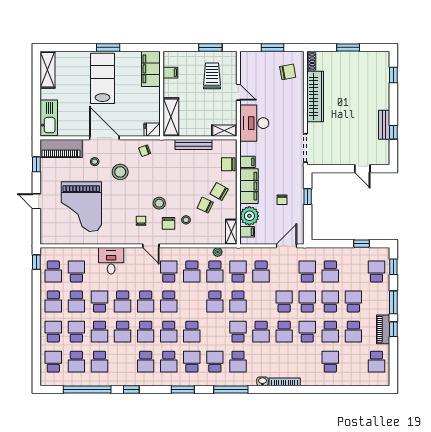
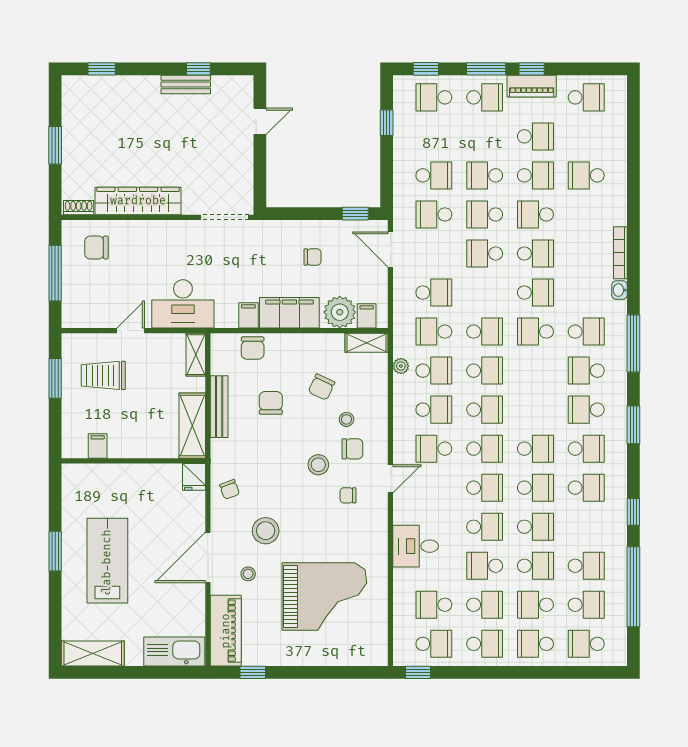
window: (273, 47) -> (55, 273), width x1.44
filing cabinet: (151, 69) -> (91, 479), removed
chair: (288, 72) -> (96, 247), turned -80
lab bench: (102, 78) -> (107, 561), turned 90
shelving: (171, 117) -> (192, 426), moved, turned 90
chair: (219, 191) -> (271, 403), moved, turned 150
window: (308, 197) -> (355, 214), moved
door: (36, 201) -> (315, 672), removed
school desk: (353, 302) -> (485, 97), moved, turned 180
school desk: (192, 332) -> (485, 410), moved

